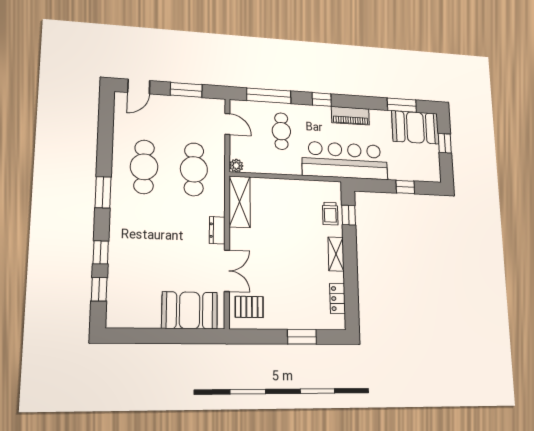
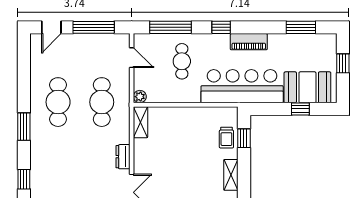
window: (186, 90) -> (94, 27), width x1.44
booth: (415, 127) -> (307, 87), moved
shelving: (240, 202) -> (140, 122), width x0.67, depth x0.75

